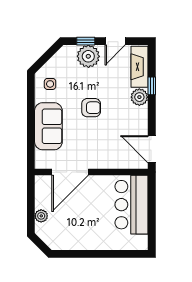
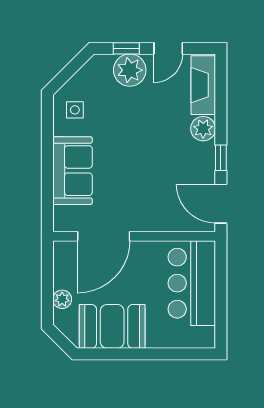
window: (152, 86) -> (221, 158), moved
armchair: (91, 108) -> (134, 144), removed
booth: (76, 235) -> (112, 326), added

